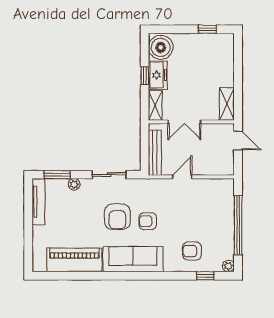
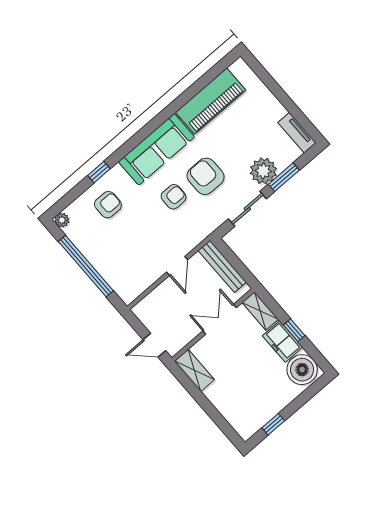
window: (57, 175) -> (284, 177), moved
plant: (74, 184) -> (263, 171), width x1.87, depth x1.87
tv unit: (38, 202) -> (297, 133), width x0.71
window: (205, 276) -> (99, 172), moved

